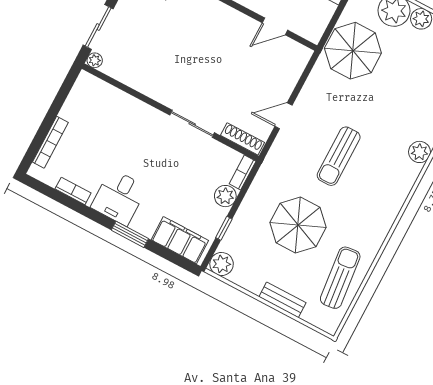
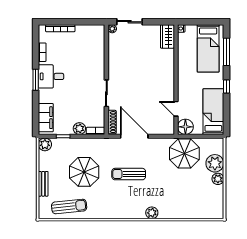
floor lamp: (311, 27) -> (185, 127), added
door: (283, 116) -> (134, 136), width x1.87
window: (130, 234) -> (36, 80), moved

